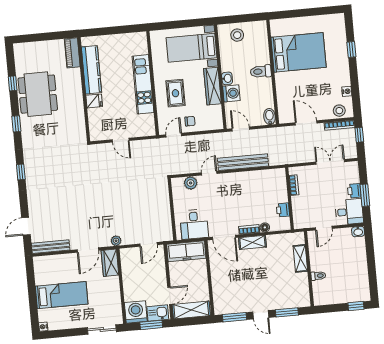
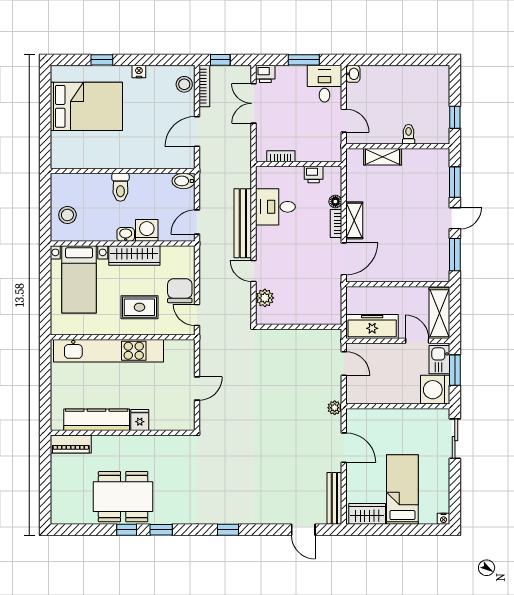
bed: (299, 52) -> (86, 106), moved, turned 90
window: (13, 83) -> (127, 530), moved
kitchen unit: (143, 84) -> (108, 351), width x1.36
nightstand: (347, 91) -> (139, 72), moved
chair: (190, 121) -> (180, 291), width x1.87, depth x1.87
printer: (354, 191) -> (265, 74), moved
desk: (194, 224) -> (275, 207), moved, turned 180
freezer: (186, 251) -> (372, 327), moved, turned -90
wardrobe: (110, 263) -> (367, 514), moved, turned 180
window: (356, 306) -> (455, 117), moved

